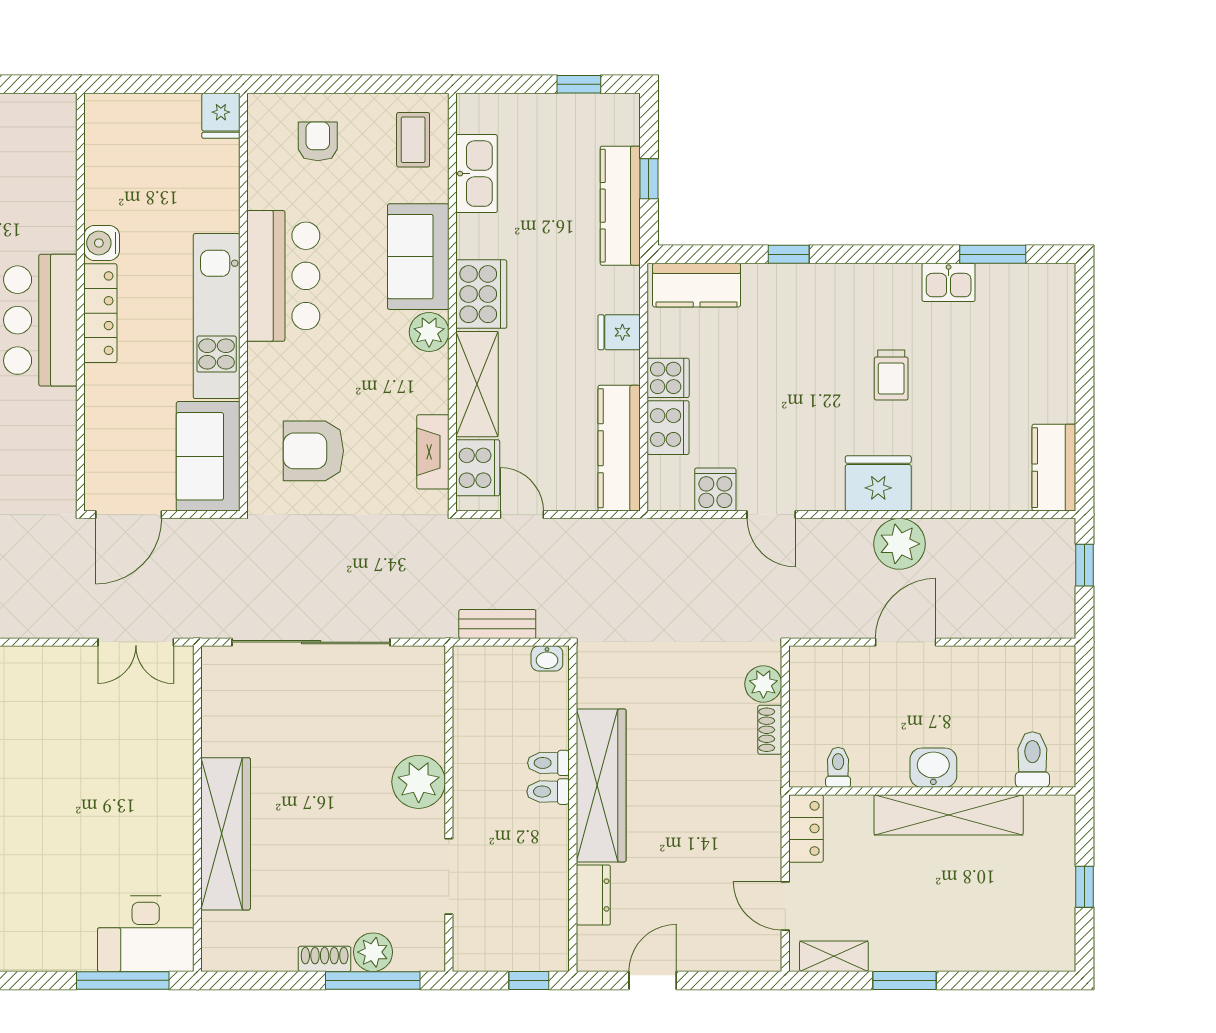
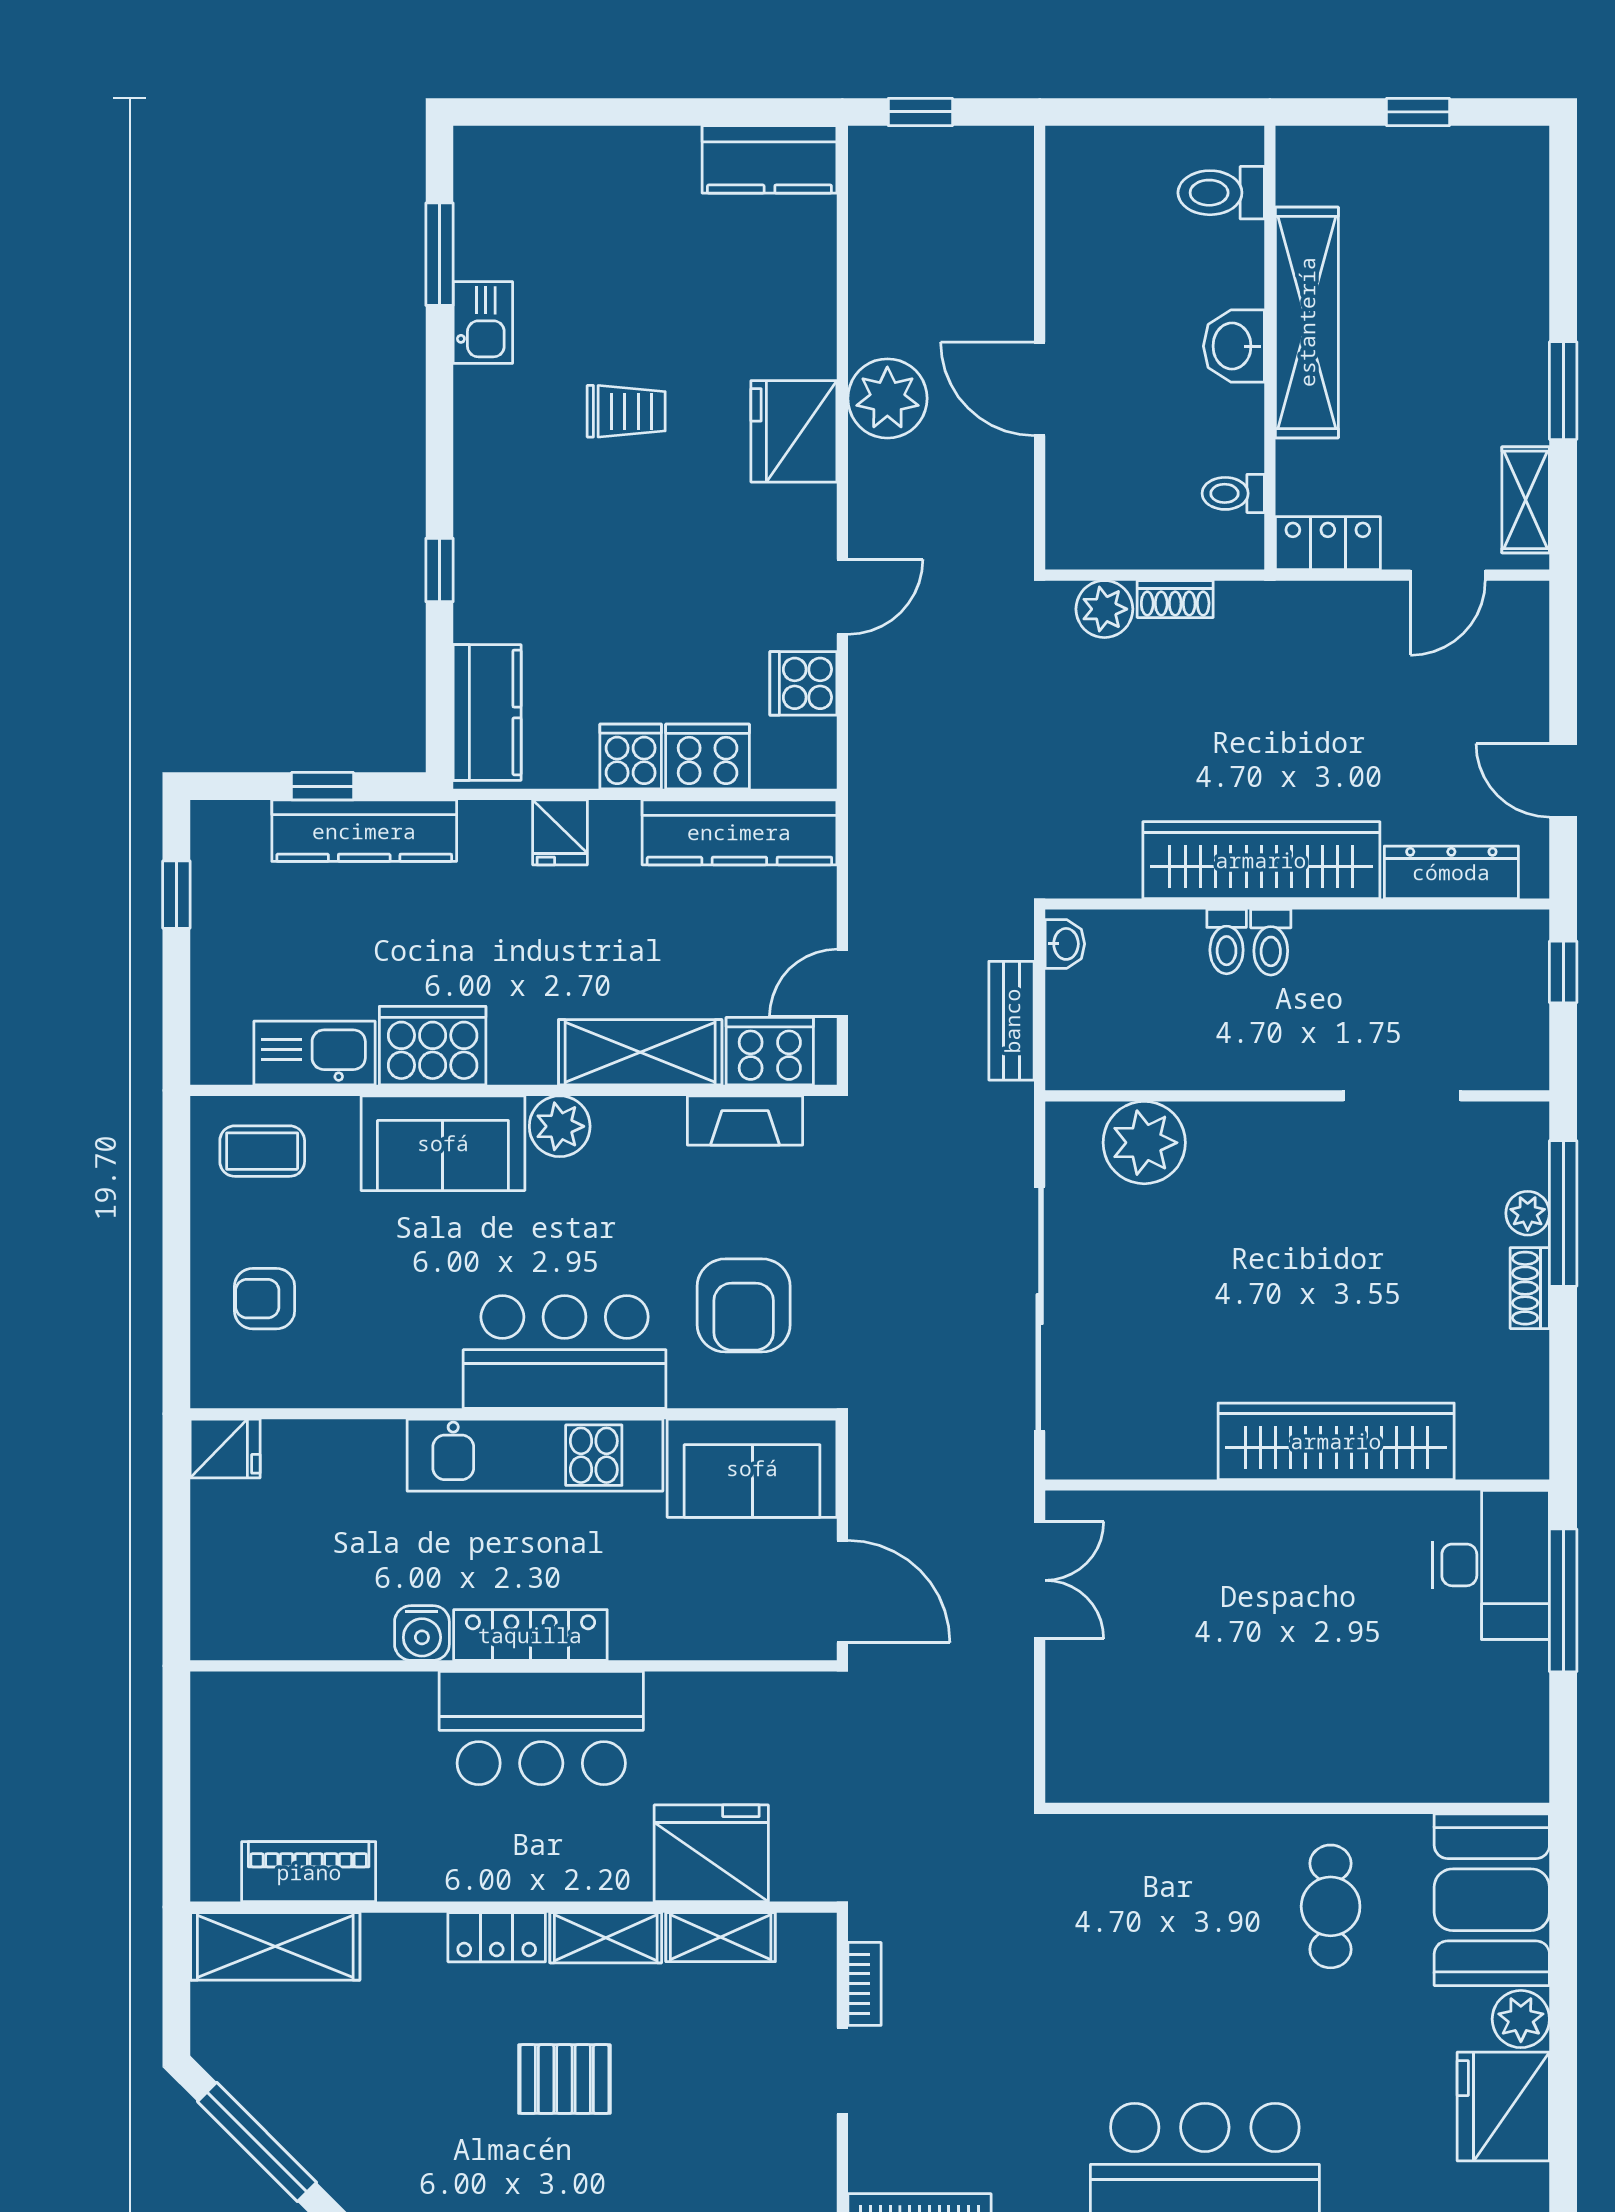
bar counter: (283, 276) -> (565, 1352), moved
cooker: (481, 294) -> (433, 1046), moved
plant: (419, 782) -> (1144, 1143), moved
dresser: (593, 895) -> (1451, 872), width x1.44
plant: (373, 952) -> (1528, 1213), width x0.73, depth x0.73

